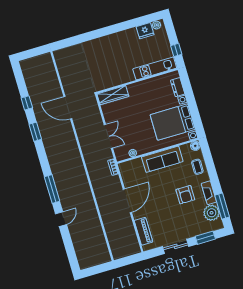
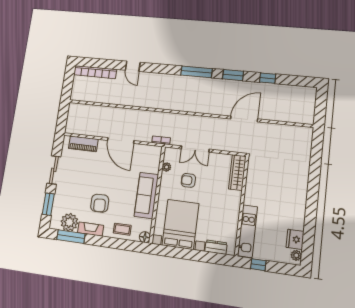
armchair: (136, 131) -> (188, 180), added
window: (52, 189) -> (196, 72), moved
armchair: (185, 195) -> (100, 203), turned -92
bookcase: (79, 250) -> (95, 72), added

